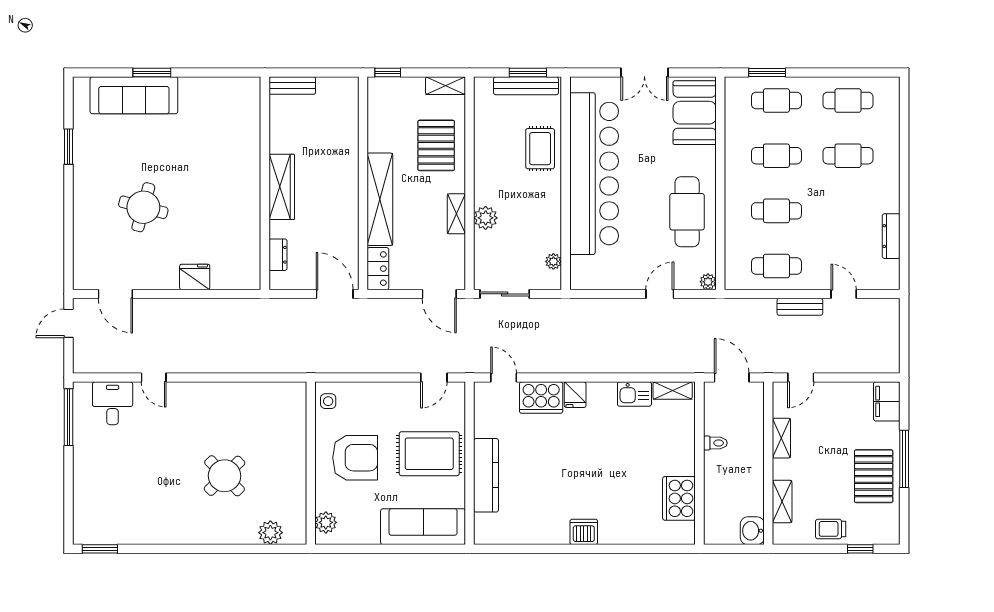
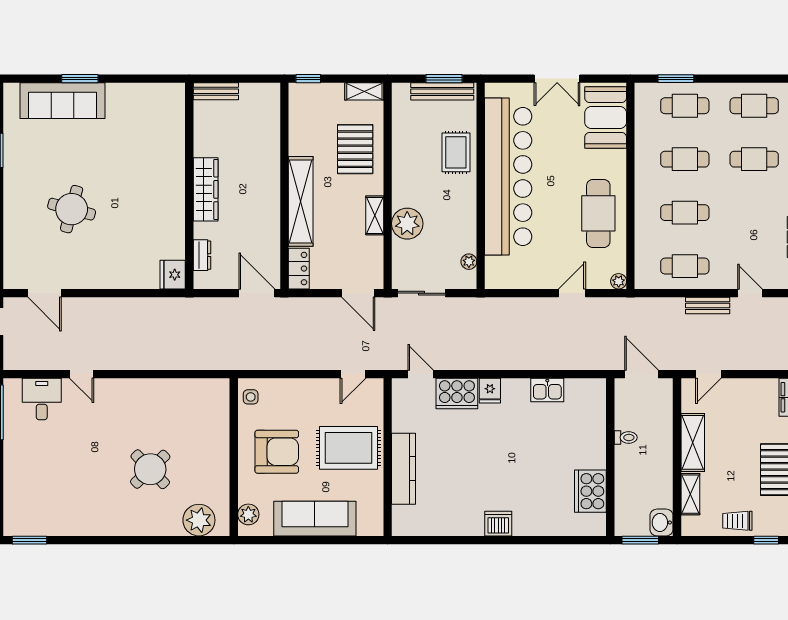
plant: (486, 218) -> (407, 224), width x1.36, depth x1.36
fridge: (195, 277) -> (173, 275), moved, turned -90
shelving: (673, 391) -> (584, 387), removed
shelving: (781, 438) -> (693, 442), width x1.50, depth x1.33
sofa: (423, 527) -> (315, 519), moved
plant: (270, 533) -> (199, 520), width x1.36, depth x1.36
window: (730, 549) -> (640, 540), added

